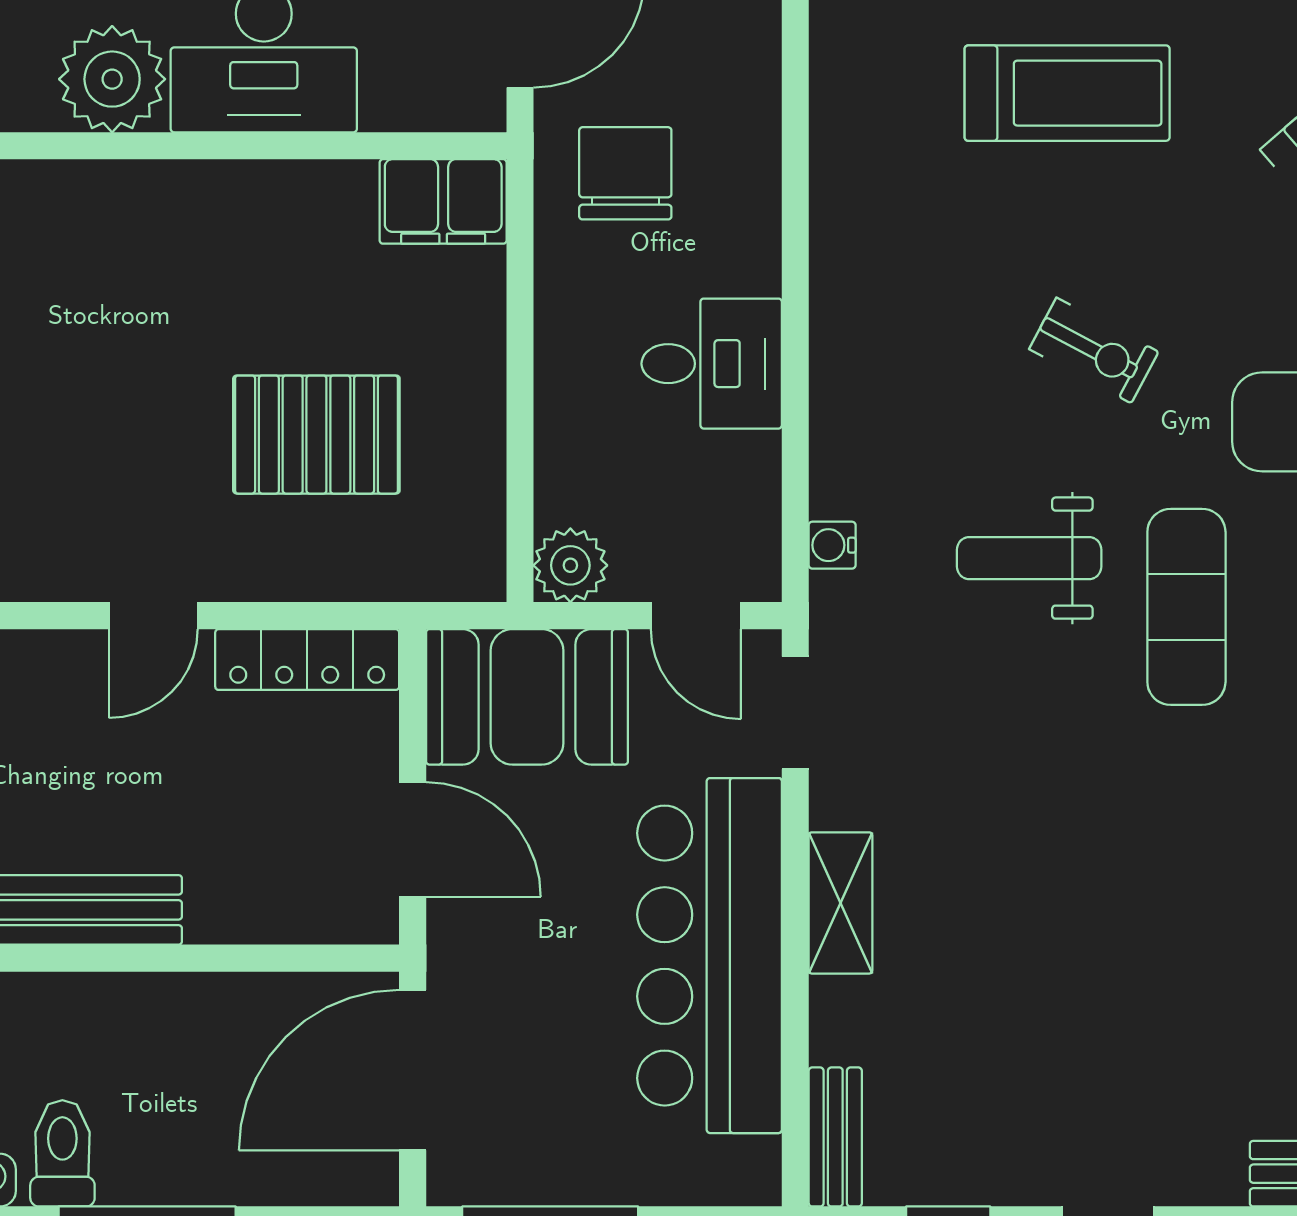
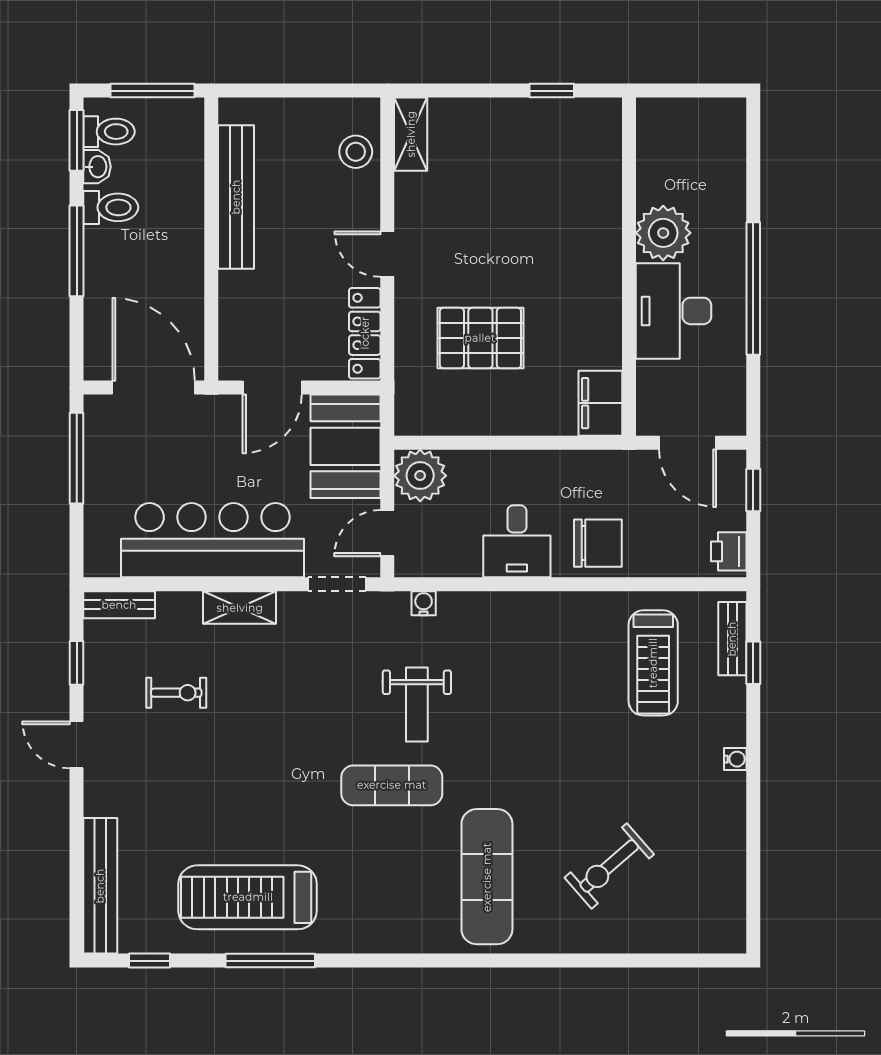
treadmill: (1067, 93) -> (653, 663), moved
chair: (625, 173) -> (598, 543), moved
exercise bike: (1094, 350) -> (176, 693), moved, turned -118
pallet: (316, 435) -> (480, 338), turned 90
weight bench: (1029, 558) -> (417, 704), turned 180
plant: (570, 565) -> (420, 476), width x1.36, depth x1.36

